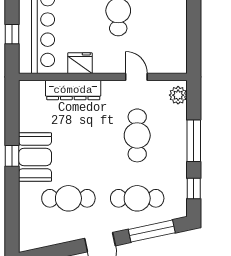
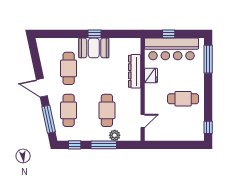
door: (136, 77) -> (143, 121), moved
plant: (178, 95) -> (115, 135), moved
cafe table: (137, 135) -> (107, 110), turned 90

